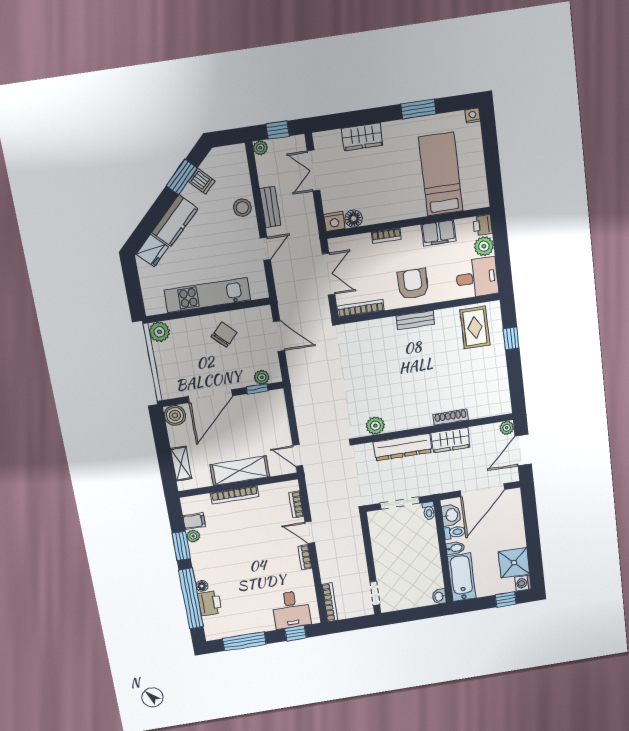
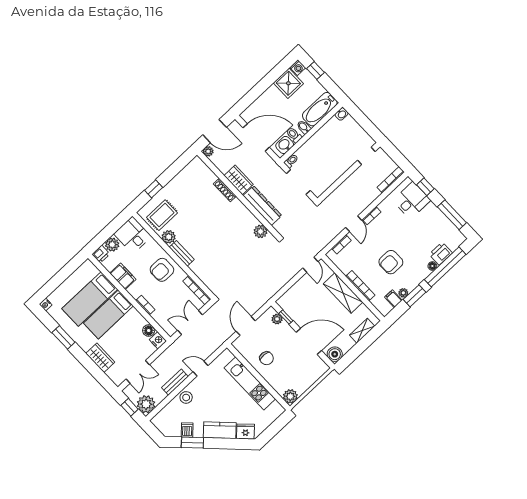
plant: (260, 148) -> (146, 404), width x1.88, depth x1.88
bed: (407, 184) -> (108, 314), added
plant: (445, 318) -> (169, 237), added
chair: (224, 335) -> (267, 358), turned -130
armchair: (238, 545) -> (391, 262), added

